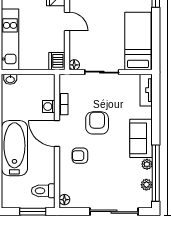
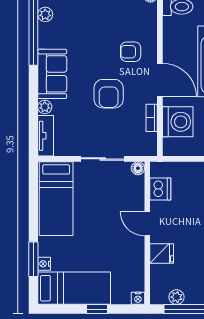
dishwasher: (57, 61) -> (160, 189), moved
washing machine: (49, 107) -> (178, 122), width x1.89, depth x1.89
armchair: (80, 156) -> (131, 52), turned 180
plant: (147, 164) -> (45, 107), moved

